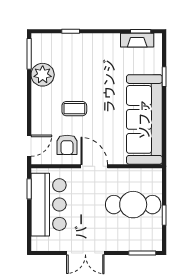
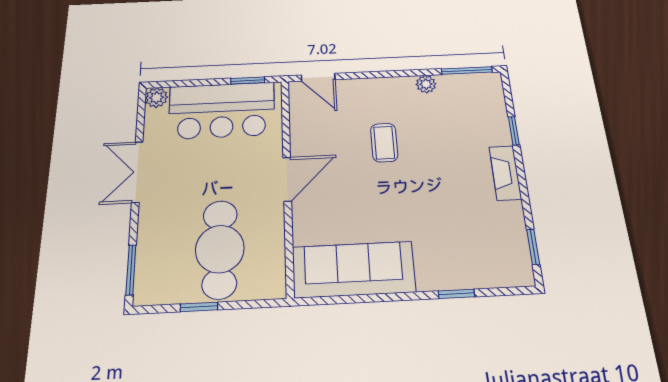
fireplace: (137, 40) -> (505, 173), moved
plant: (43, 75) -> (426, 84), width x0.53, depth x0.53
sofa: (144, 119) -> (354, 269), width x0.74, depth x0.79
armchair: (67, 145) -> (322, 134), removed
plant: (38, 244) -> (157, 98), added

